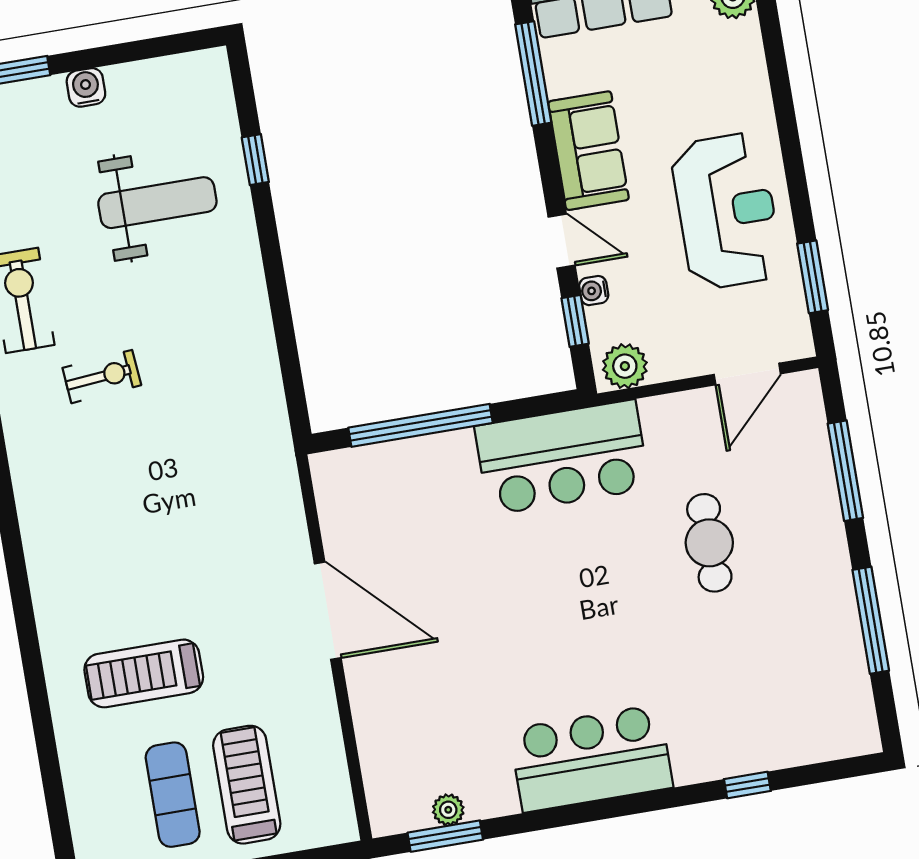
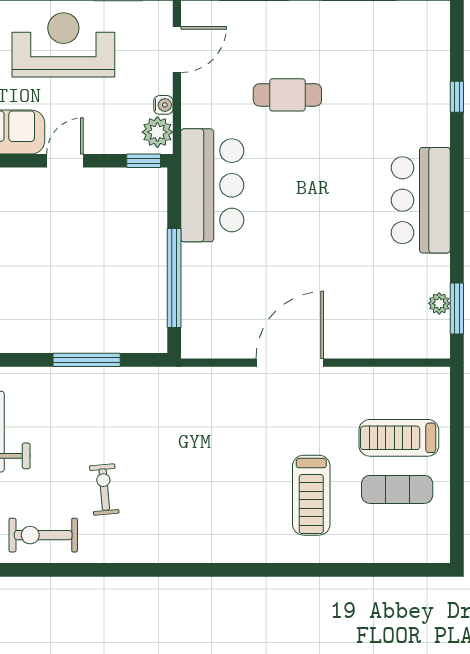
water cooler: (594, 291) -> (163, 105), moved, turned -90
window: (283, 320) -> (87, 360), added
window: (575, 321) -> (144, 161), moved
door: (747, 374) -> (177, 50), hinge flipped

